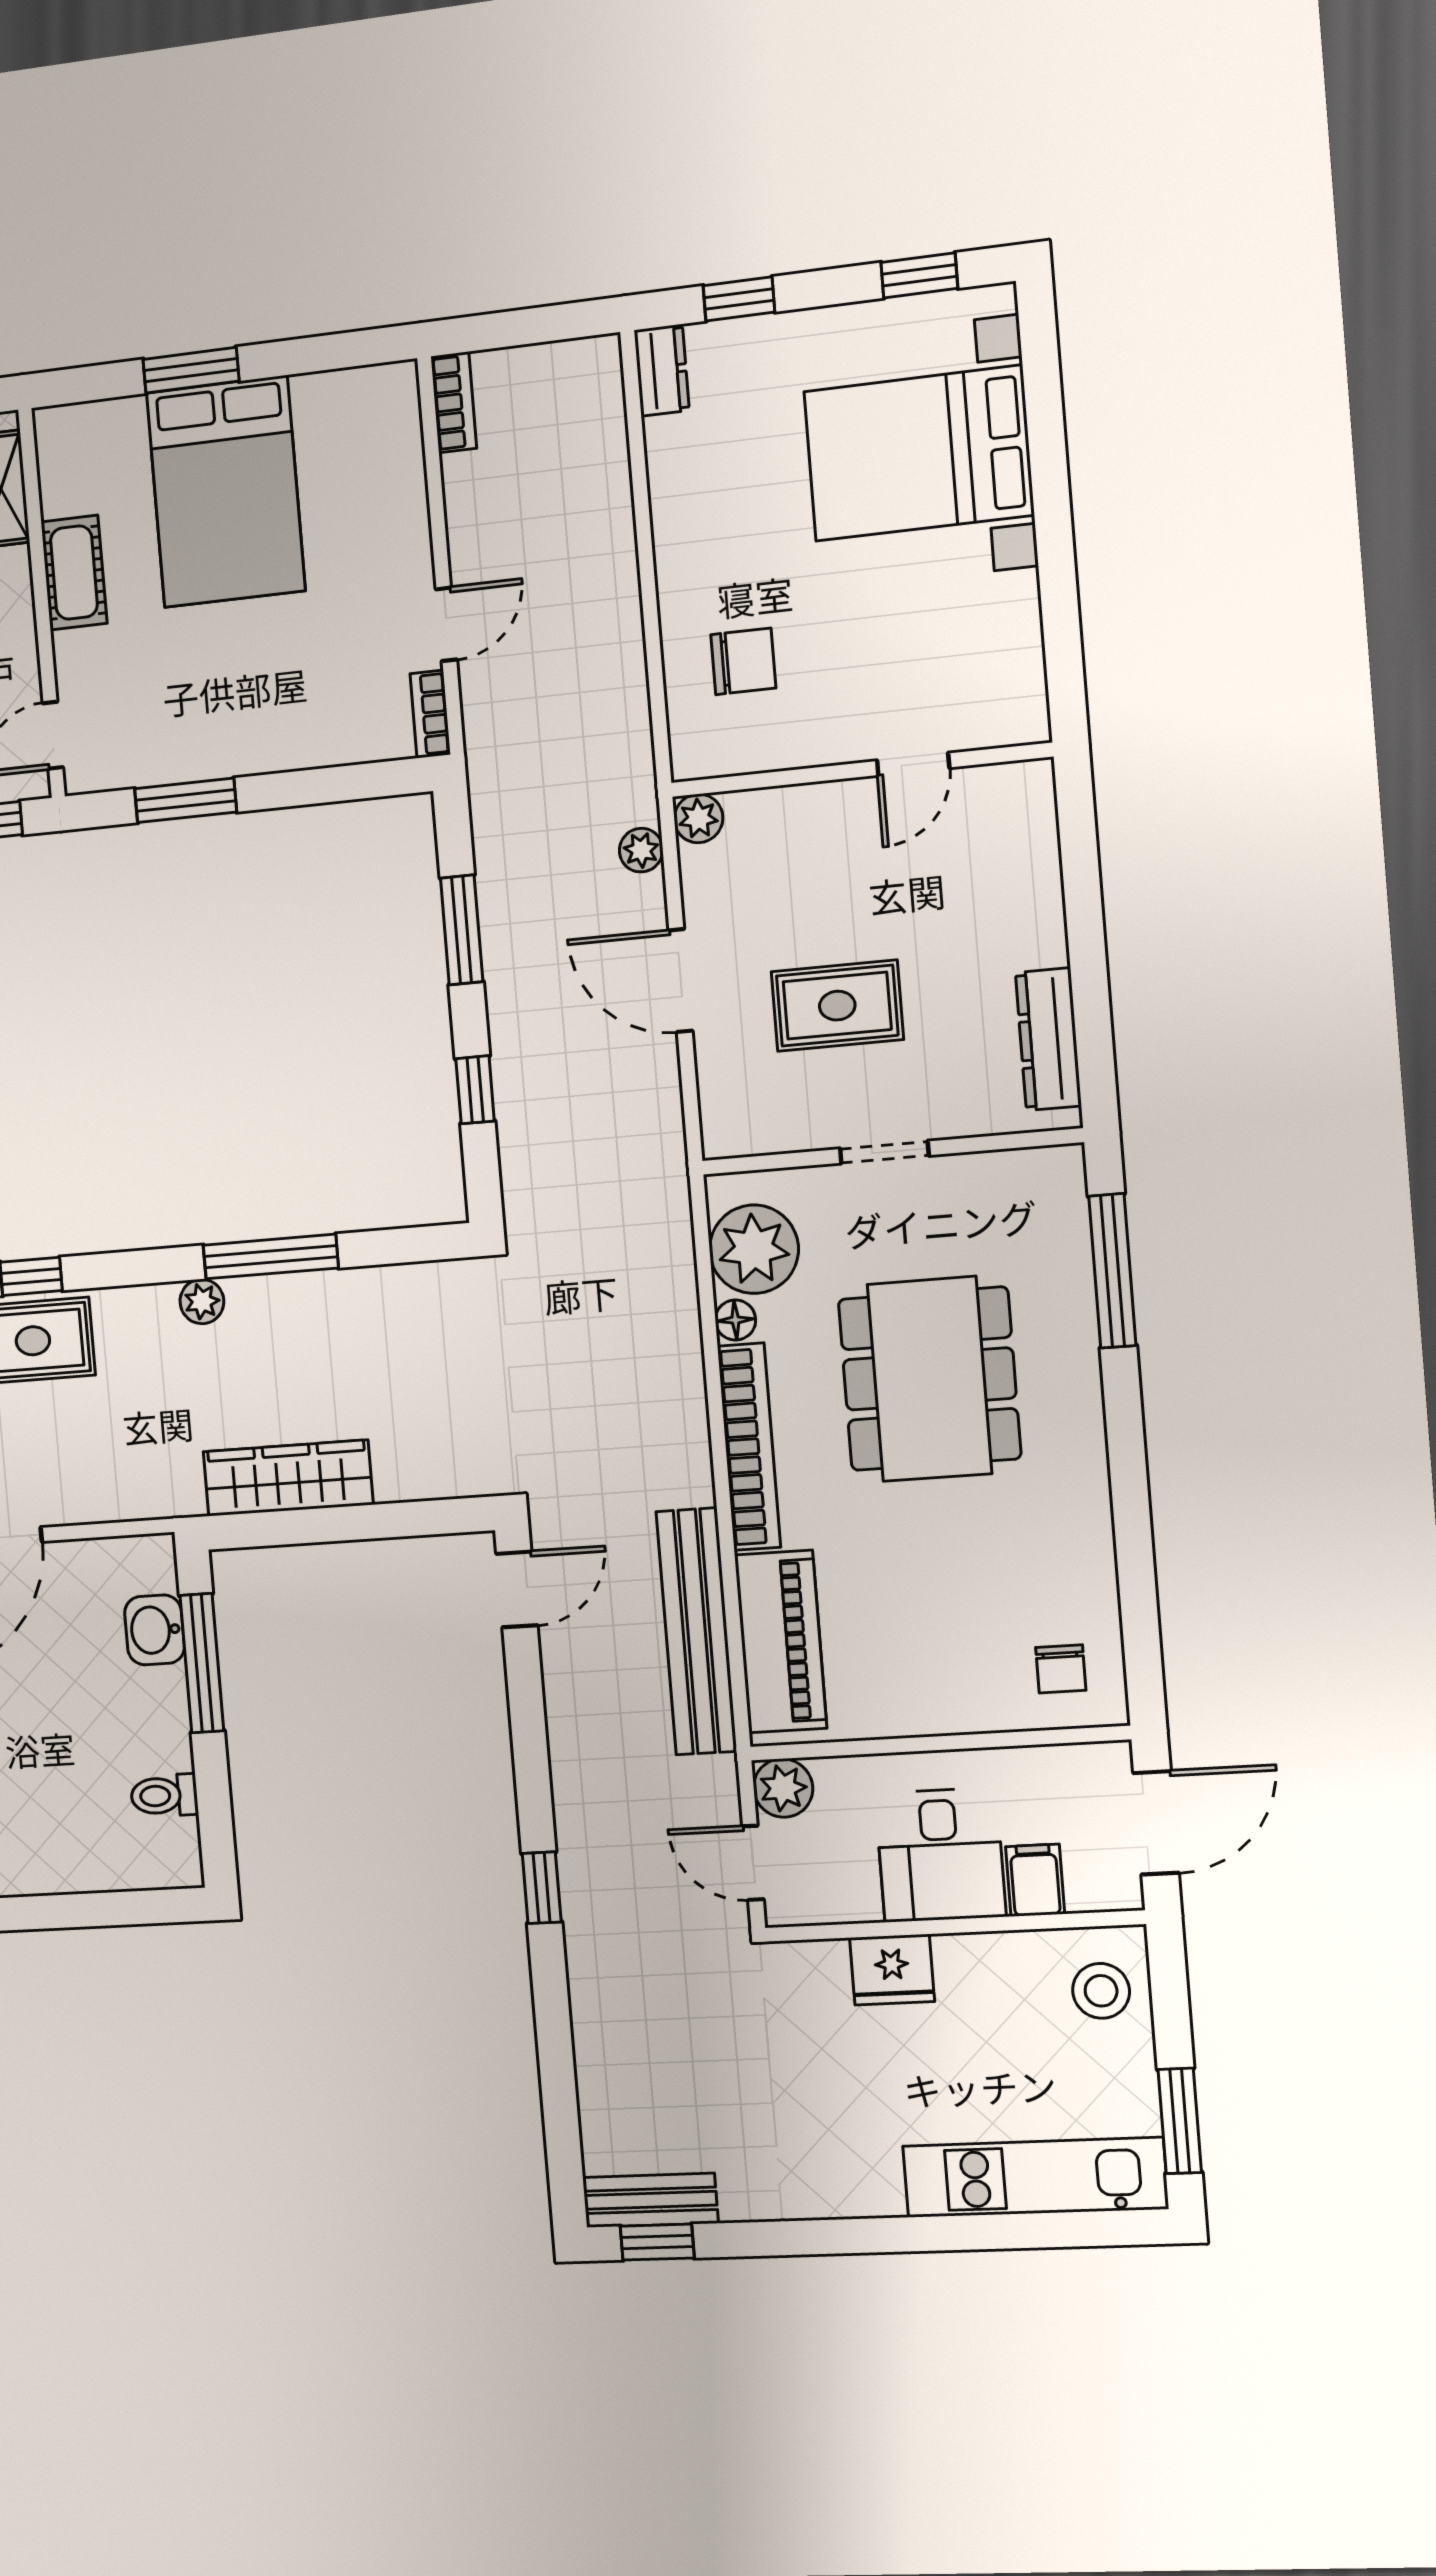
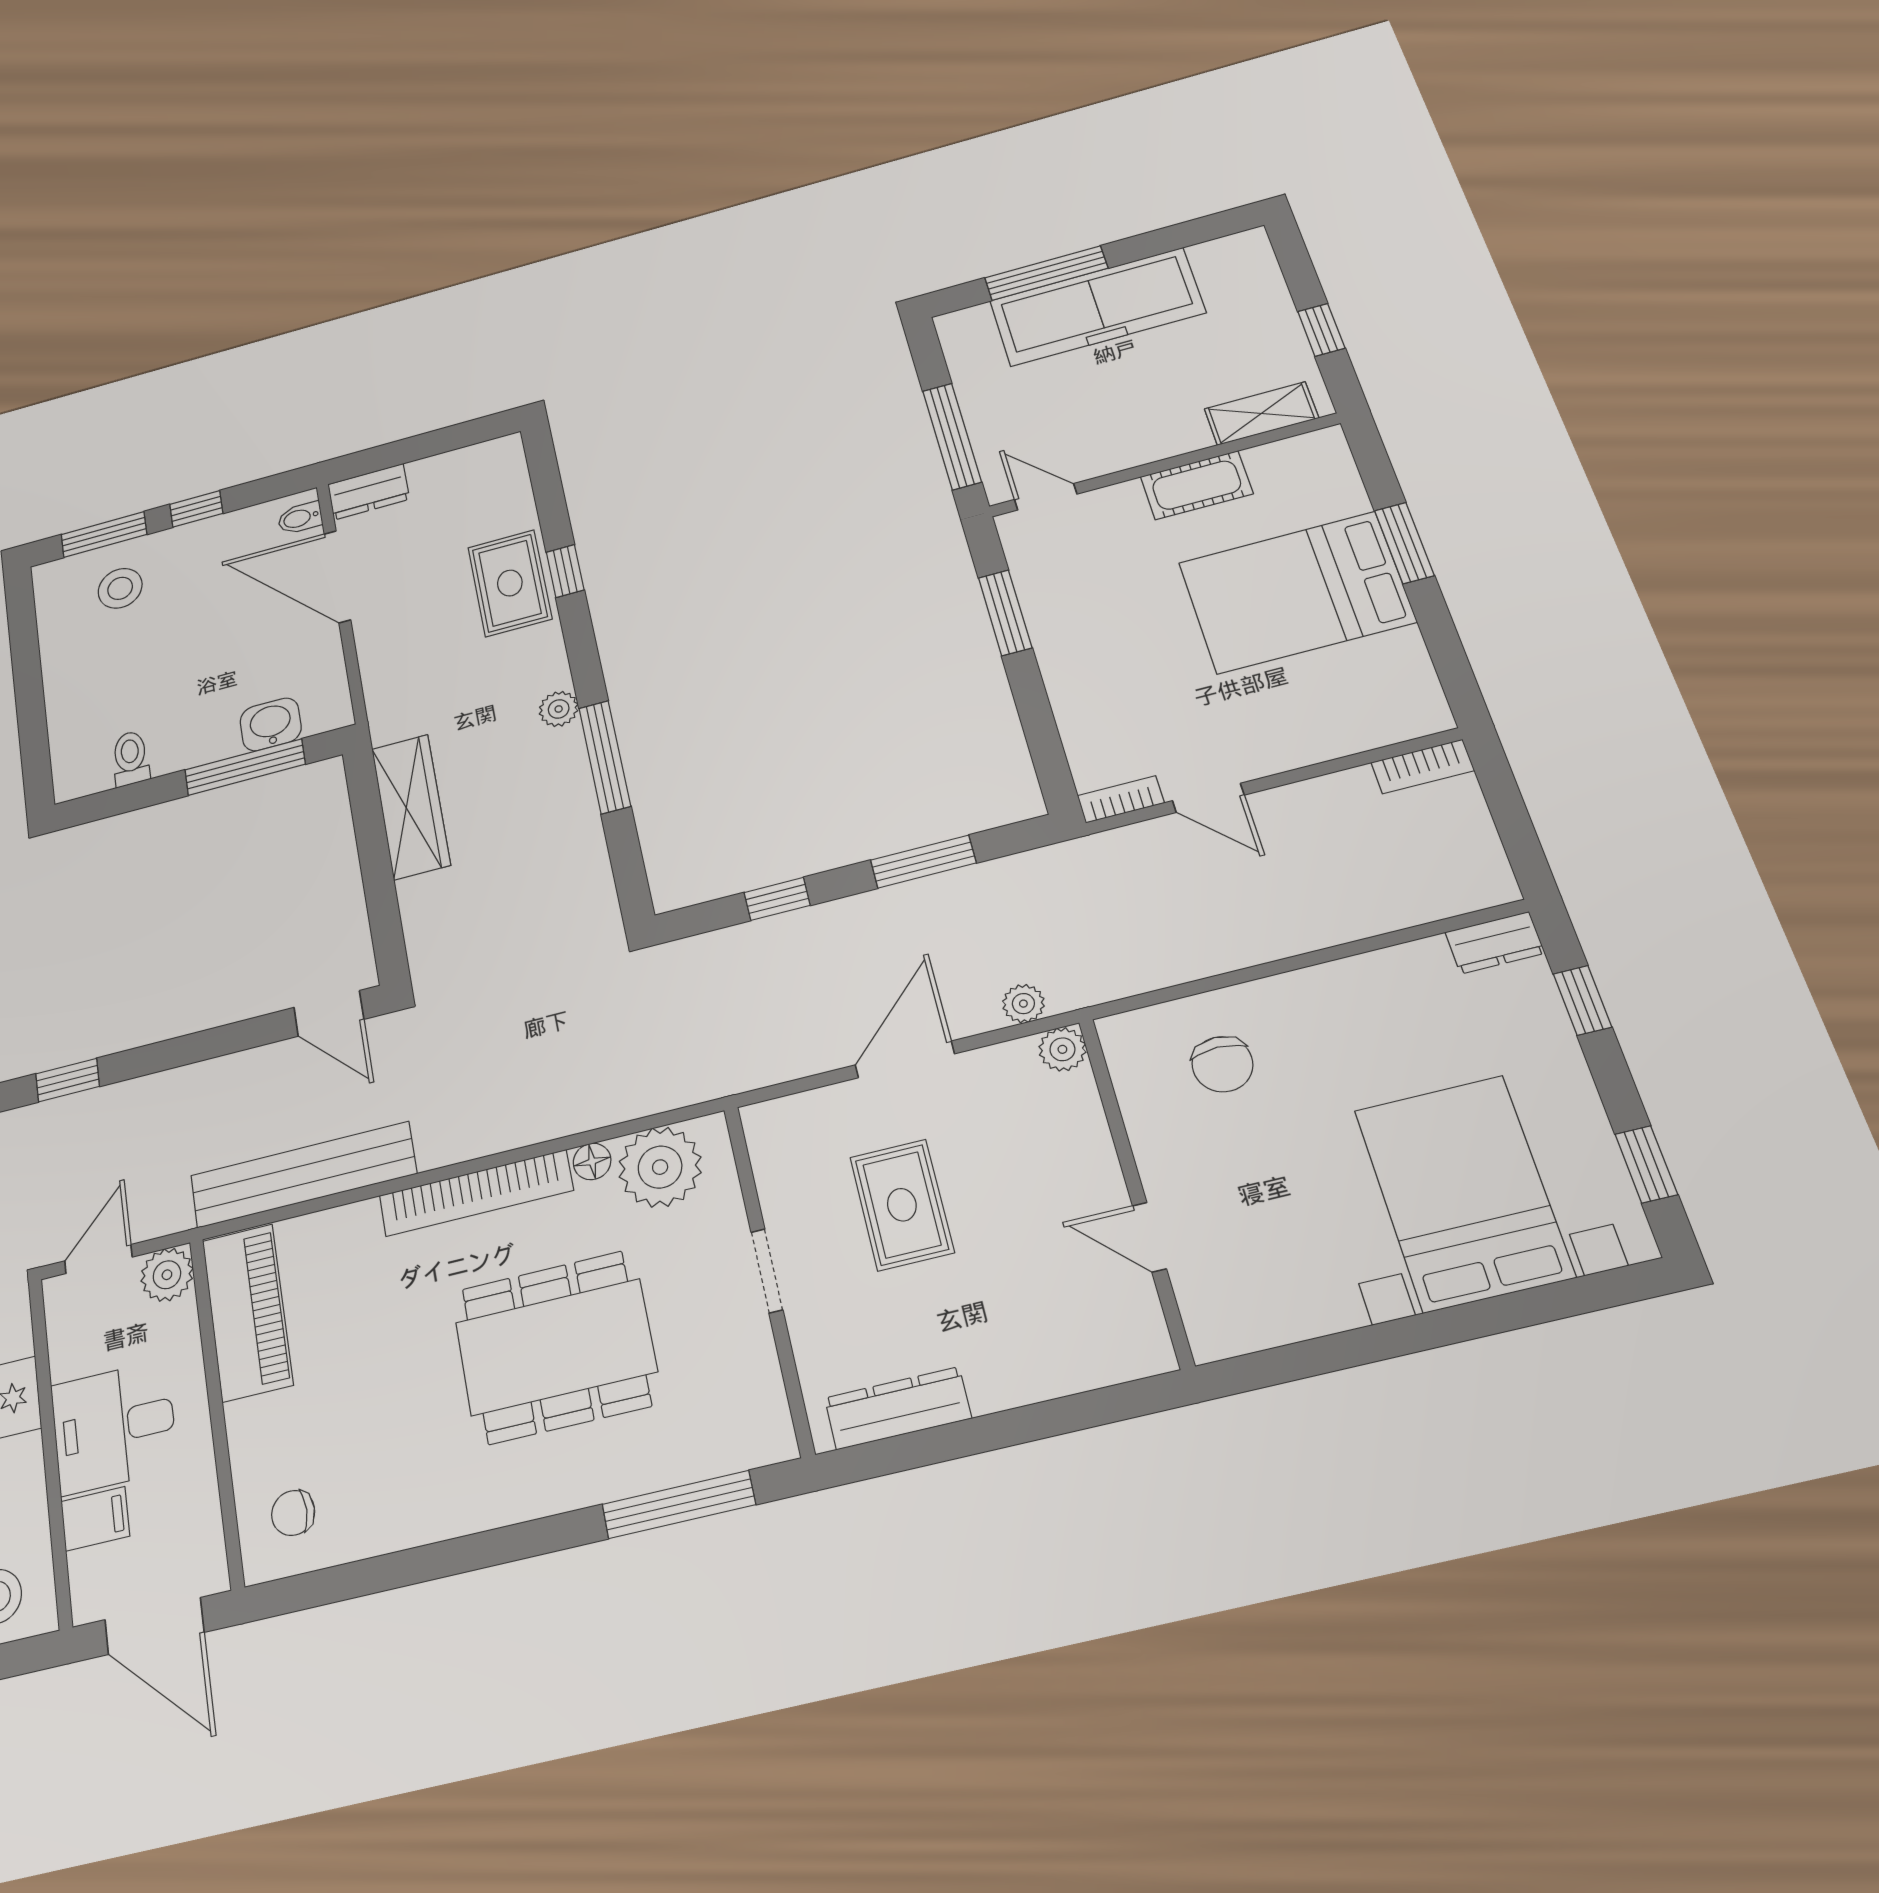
piano: (781, 1642) -> (247, 1312), moved, turned -90

